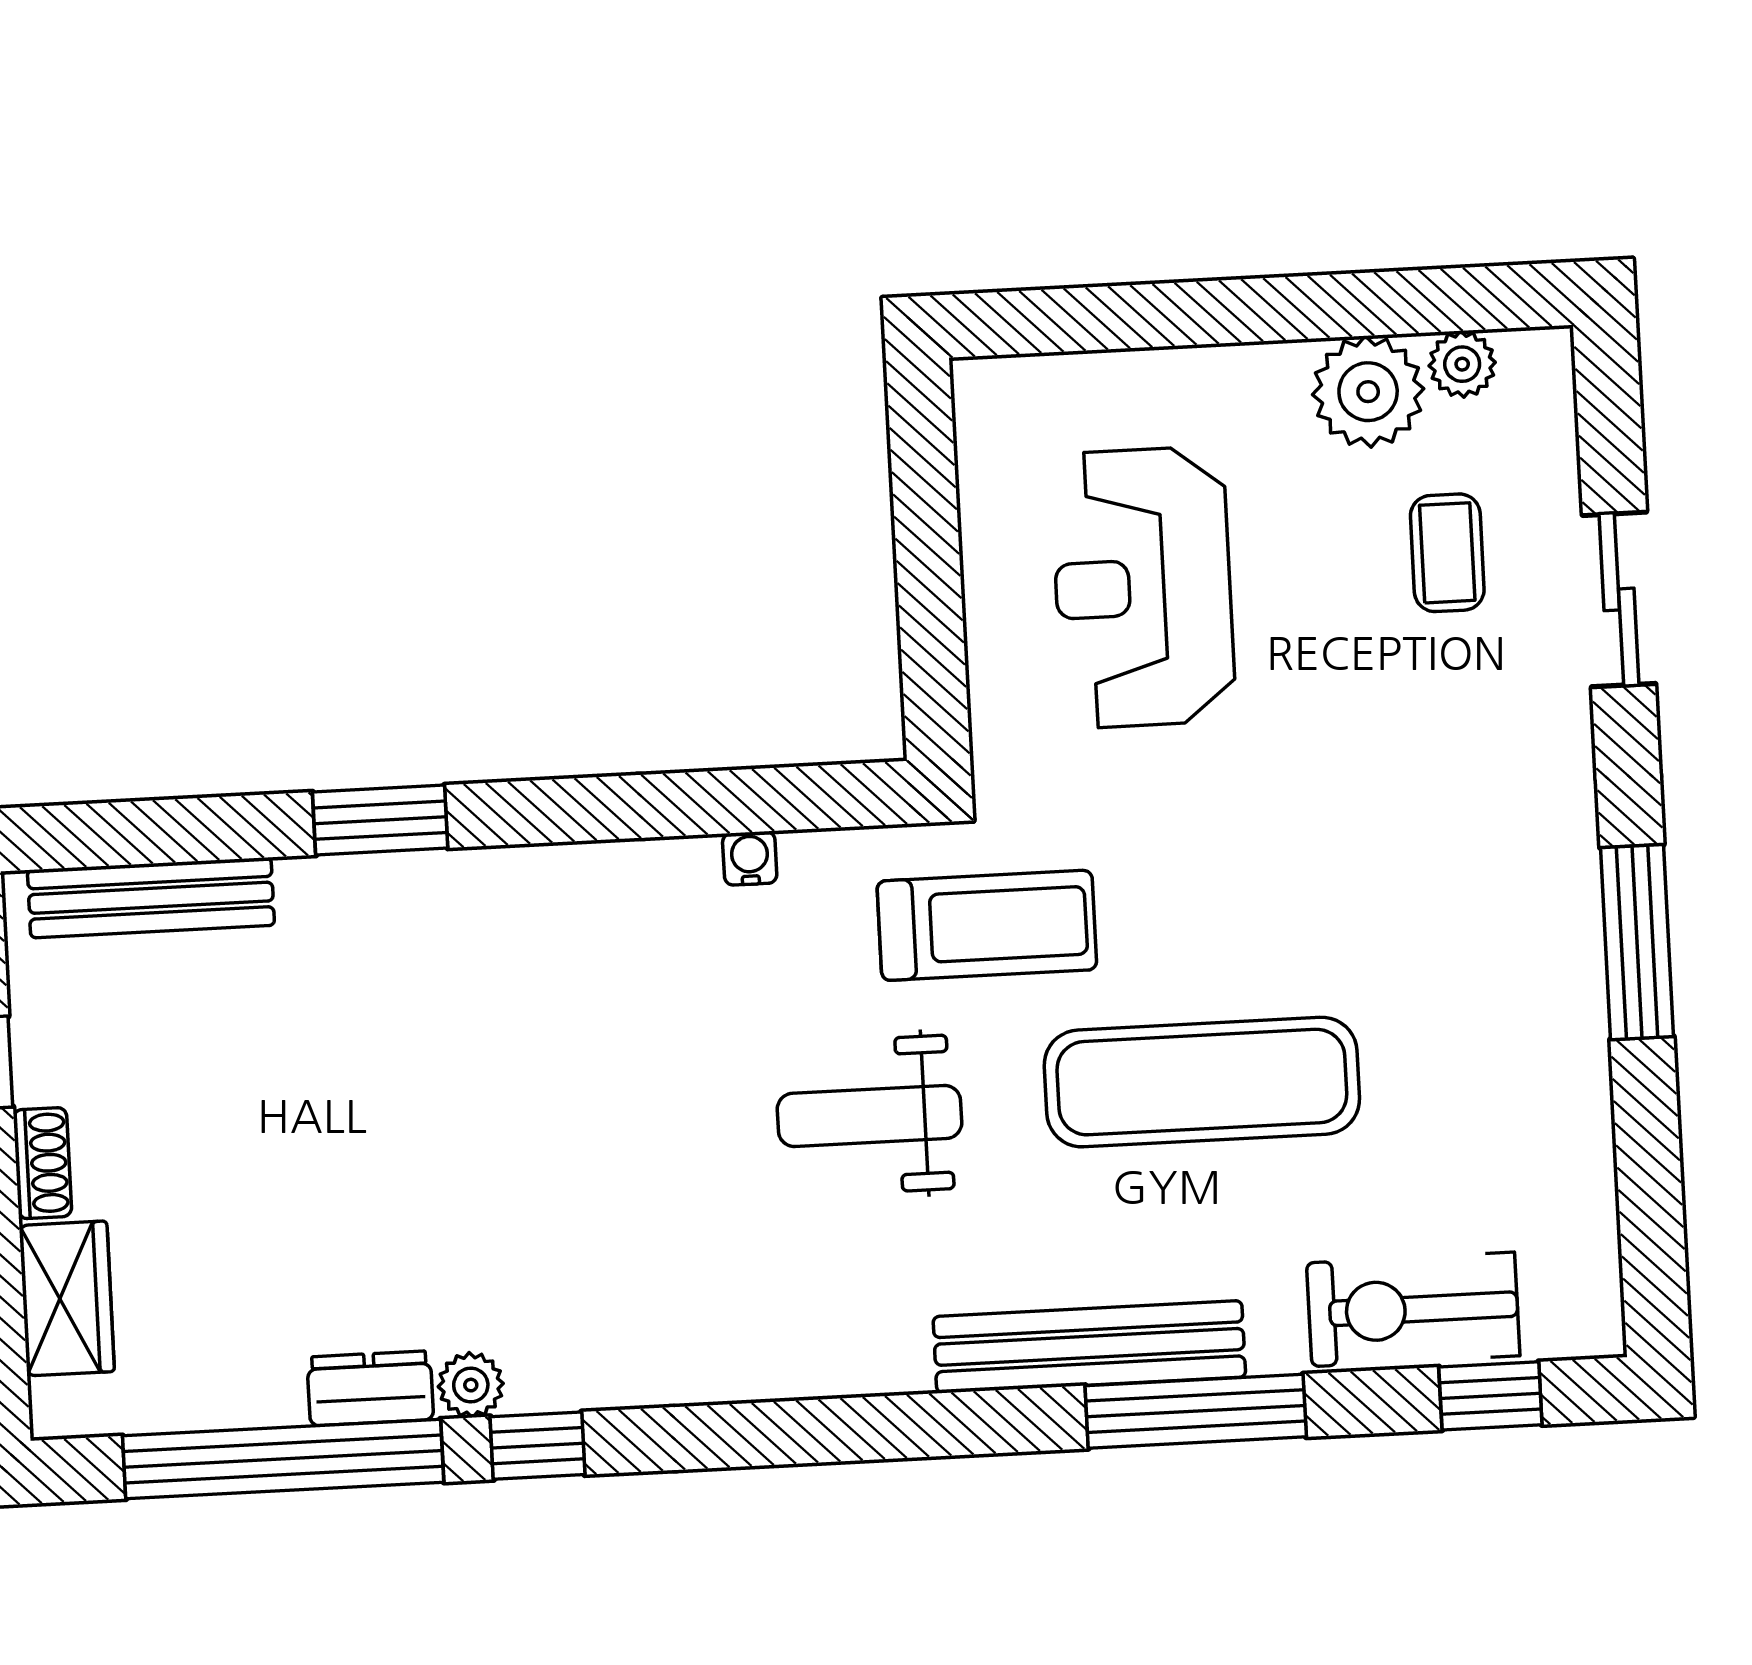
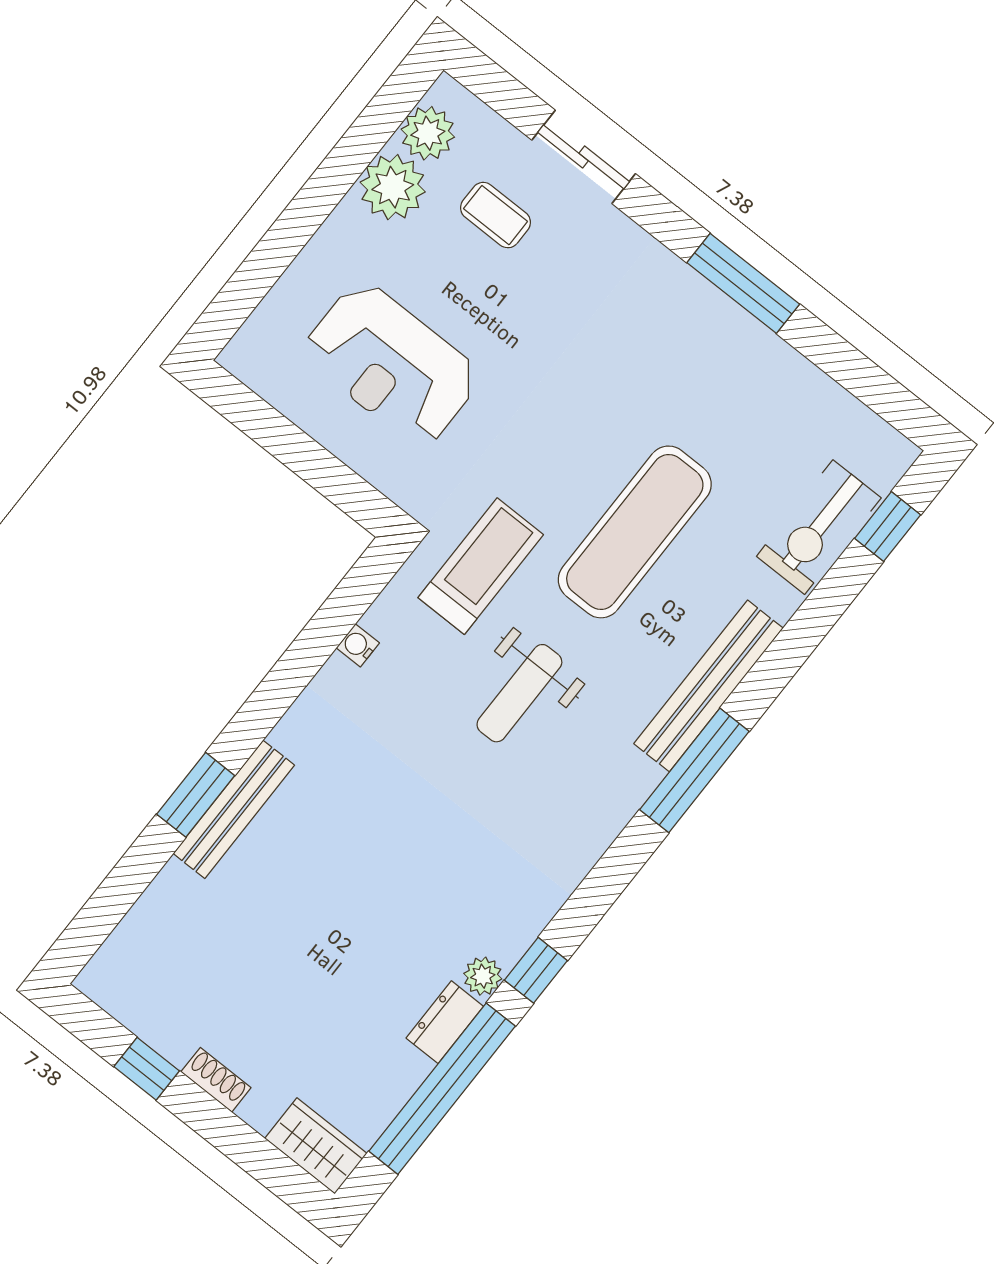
plant: (1462, 364) -> (428, 133), width x1.38, depth x1.38
bench: (151, 898) -> (234, 809), moved
wardrobe: (67, 1298) -> (316, 1146), moved
window: (1196, 1411) -> (694, 770), moved

